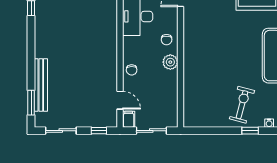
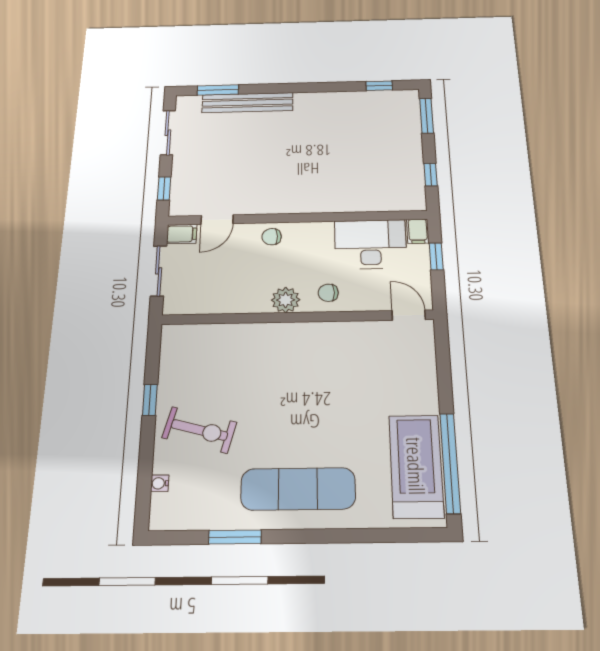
window: (250, 131) -> (150, 400), moved

